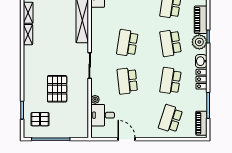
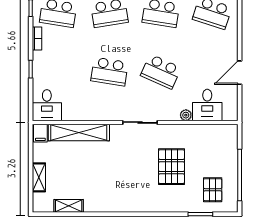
shelving: (28, 35) -> (98, 206), removed
school desk: (127, 81) -> (161, 72), turned 30
pallet: (57, 89) -> (172, 167), turned 90

